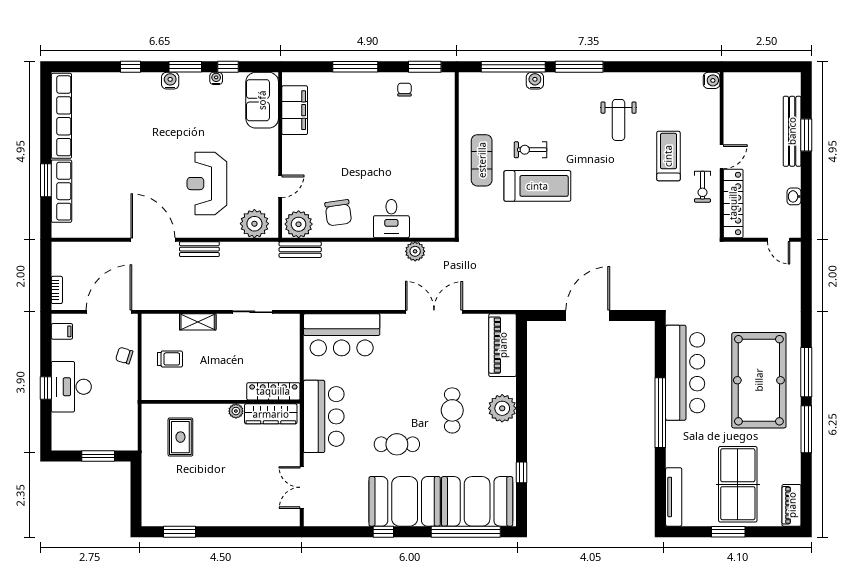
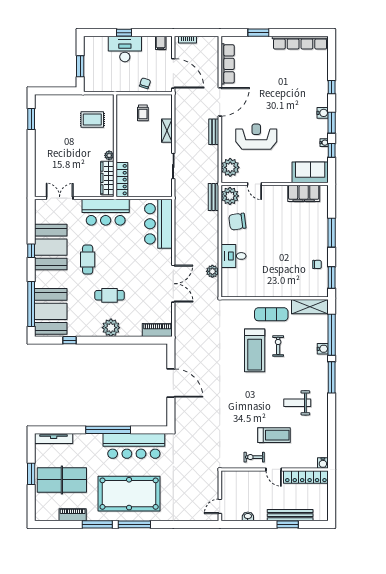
shelving: (470, 100) -> (310, 307), added
row of seats: (61, 191) -> (228, 64), moved, turned -90
locker: (733, 203) -> (306, 477), moved
piano: (503, 345) -> (157, 330), width x0.73, depth x0.75
booth: (405, 501) -> (51, 247), moved
piano: (792, 505) -> (73, 515), moved

